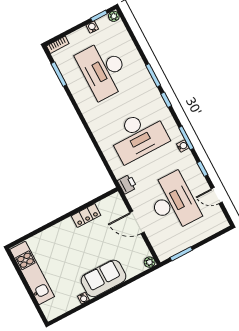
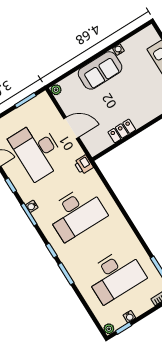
desk: (103, 70) -> (115, 275), turned 90
desk: (138, 136) -> (76, 213), turned 180

